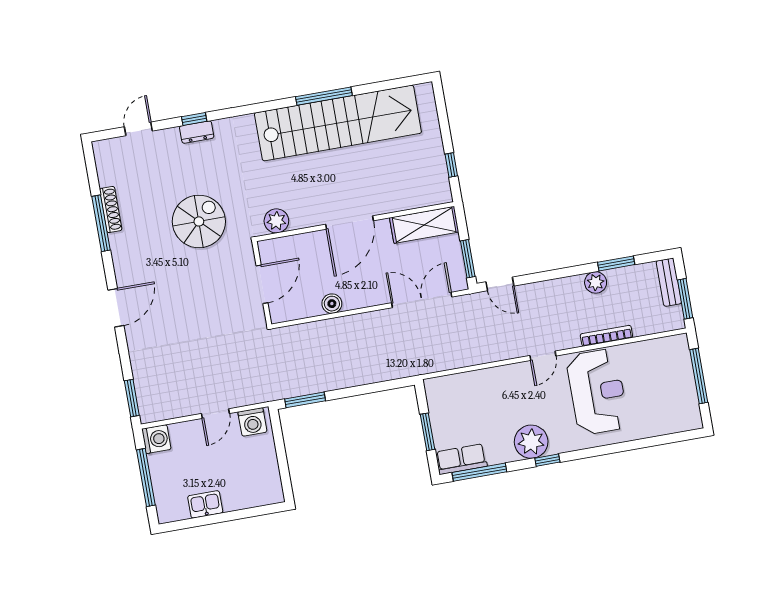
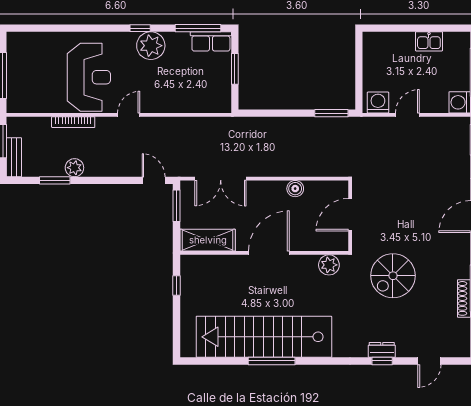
reception desk: (597, 392) -> (89, 77), turned 180

